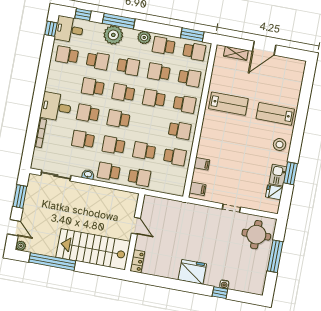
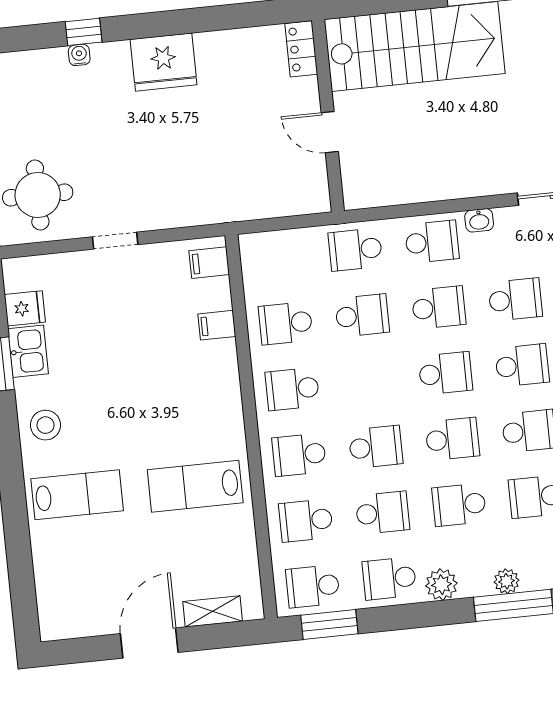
plant: (113, 35) -> (507, 581), width x0.53, depth x0.53
school desk: (164, 46) -> (389, 578), turned 180

